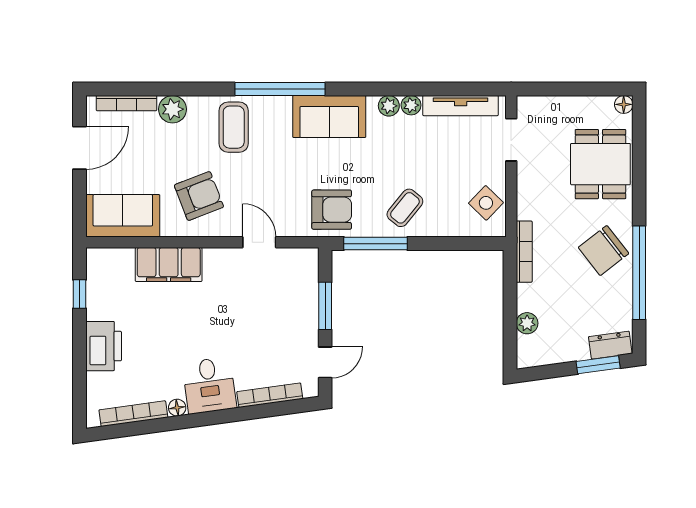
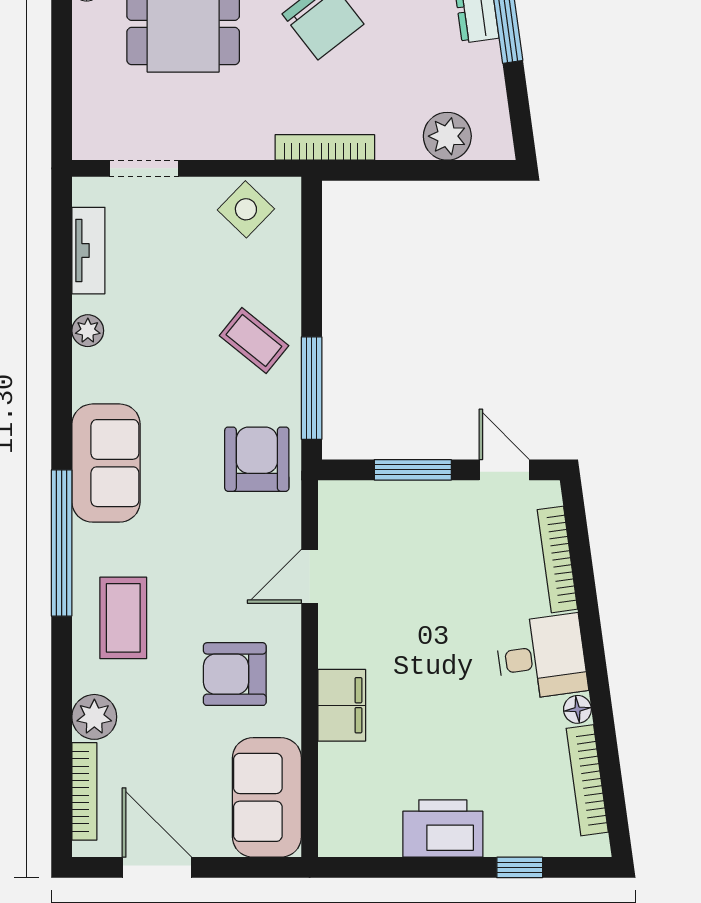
plant: (389, 106) -> (89, 367), removed
tv unit: (461, 106) -> (88, 251), width x0.71
coffee table: (234, 127) -> (123, 618), turned 90
armchair: (199, 196) -> (235, 674), turned -69
filing cabinet: (169, 265) -> (342, 705), width x0.67, depth x0.86
window: (79, 294) -> (520, 867), moved
plant: (527, 323) -> (447, 136), width x1.38, depth x1.38
printer: (104, 346) -> (443, 828), moved

